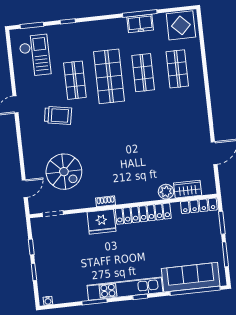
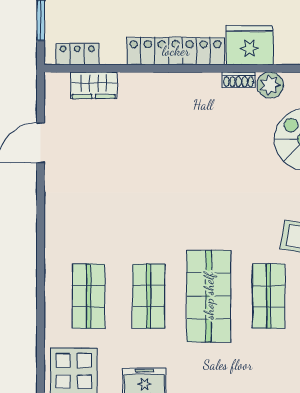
plant: (166, 192) -> (270, 85), moved
locker: (199, 206) -> (77, 54), width x0.66

